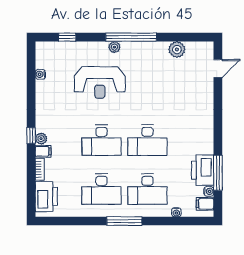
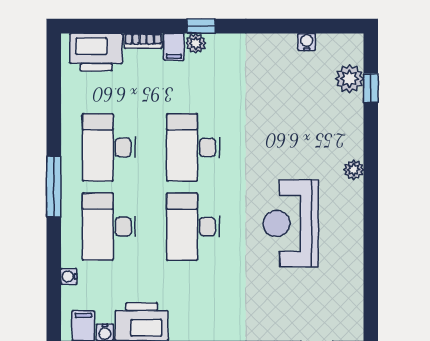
window: (131, 37) -> (371, 199), removed
plant: (177, 50) -> (349, 79), moved
reception desk: (100, 82) -> (291, 223), moved

